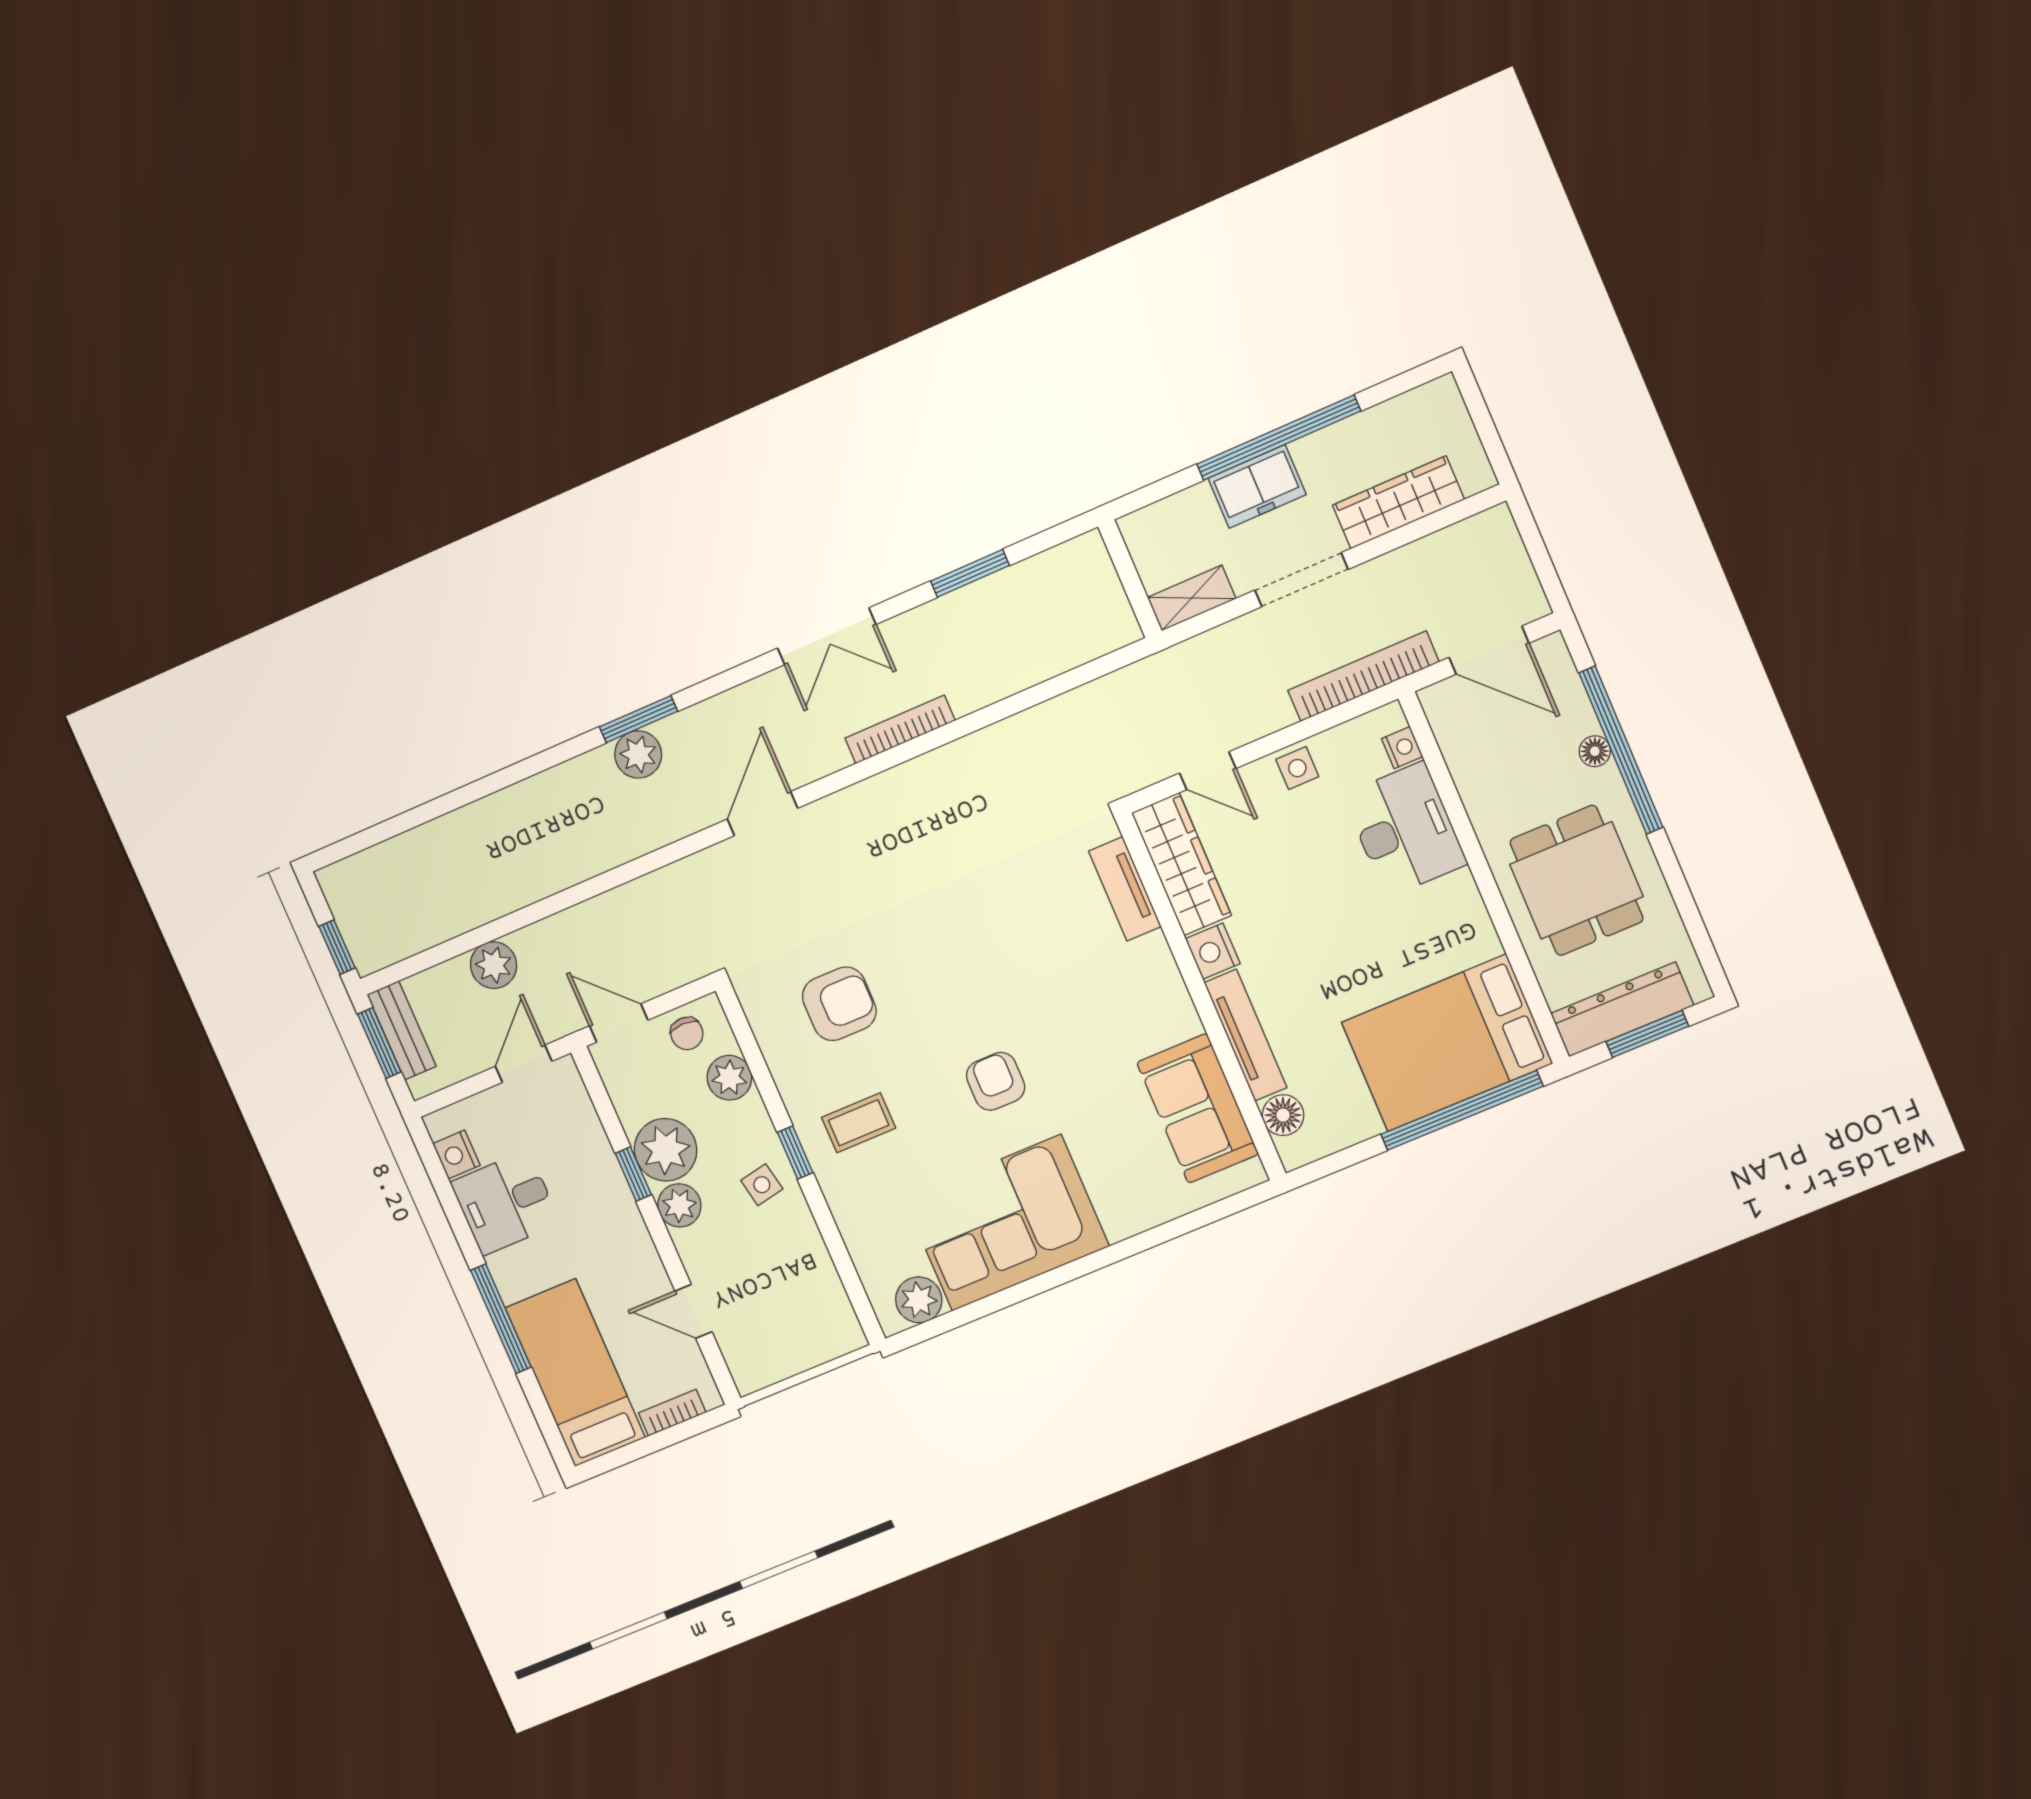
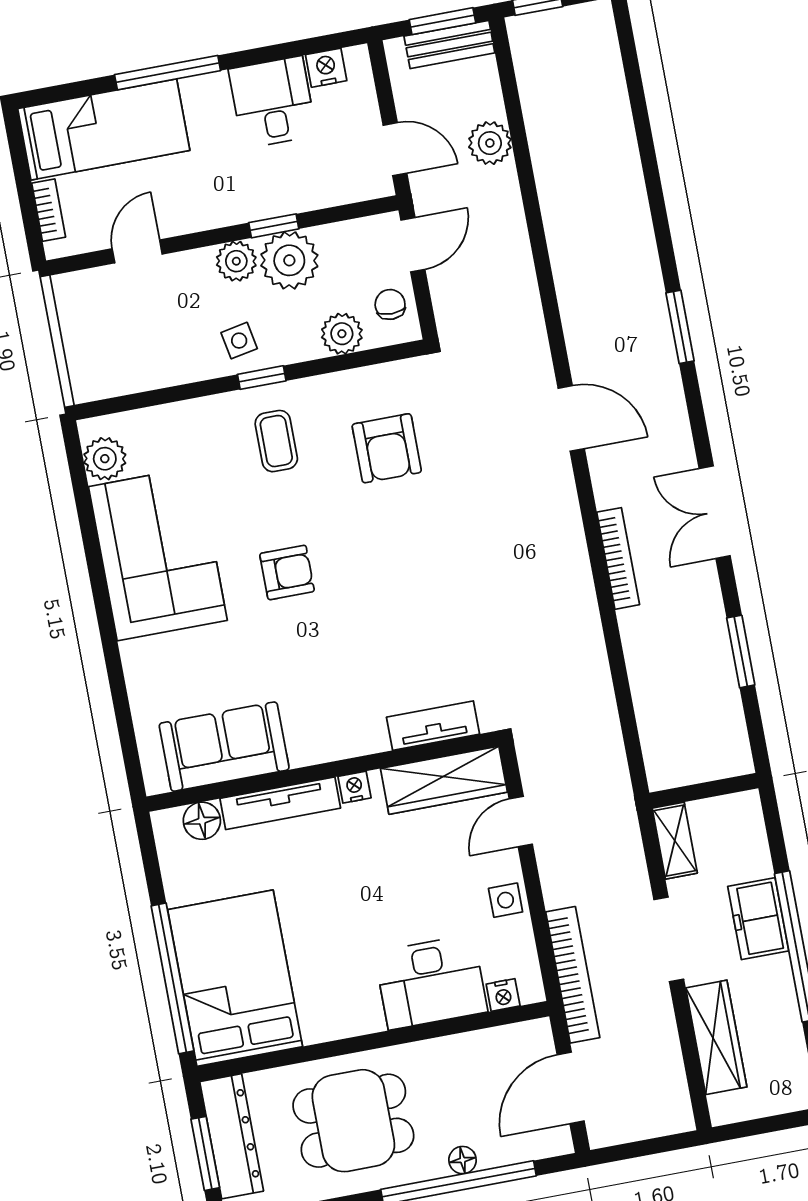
plant: (638, 754) -> (649, 319), removed
nightstand: (1213, 951) -> (355, 787), width x0.72, depth x0.74
chair: (687, 1033) -> (390, 304), turned 90

